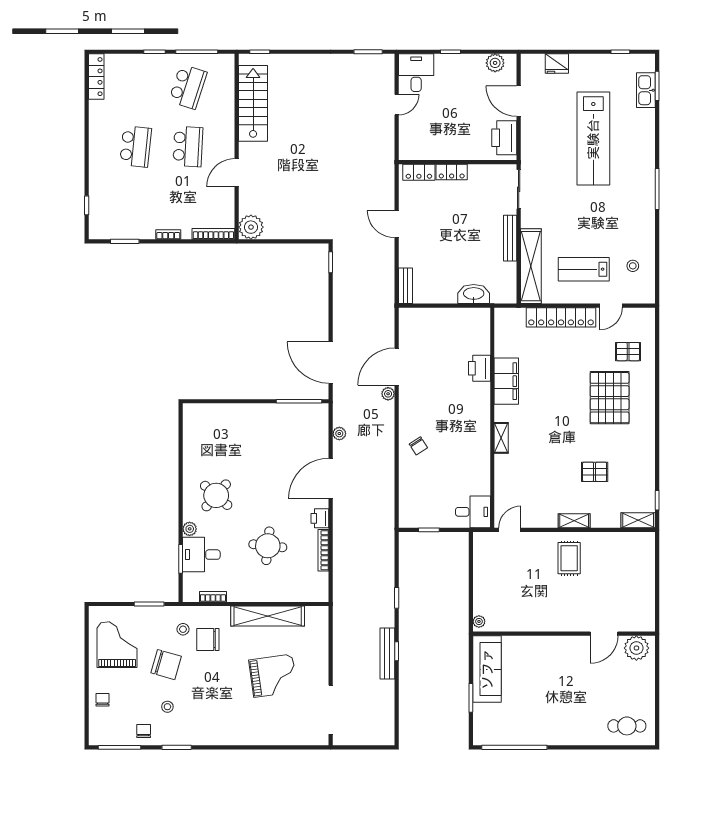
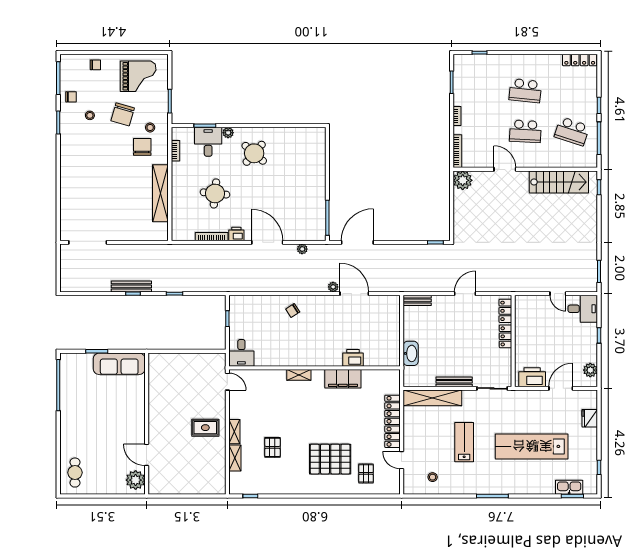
lab bench: (584, 269) -> (464, 442), moved
shelving: (638, 520) -> (235, 458), moved
plant: (479, 621) -> (156, 358), removed
grand piano: (273, 676) -> (114, 198), removed

